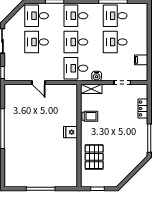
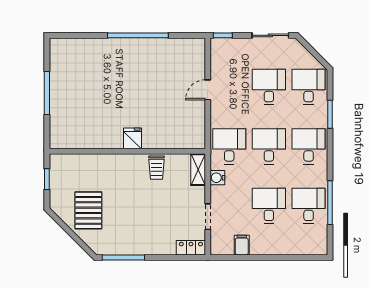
locker: (143, 108) -> (191, 248), moved
pallet: (94, 157) -> (88, 210), moved, turned 90

